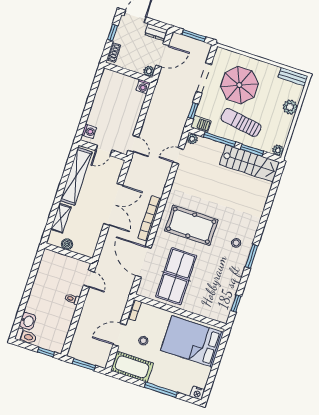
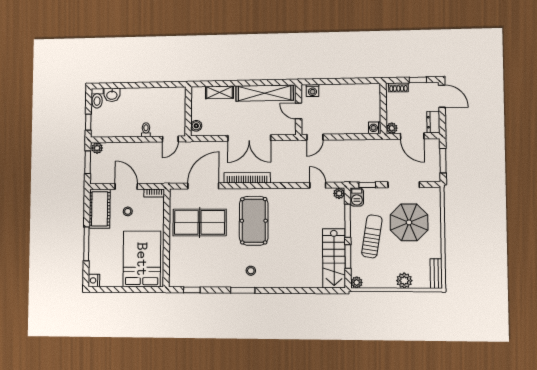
boiler: (67, 244) -> (196, 126), moved
plant: (74, 351) -> (97, 148), added

